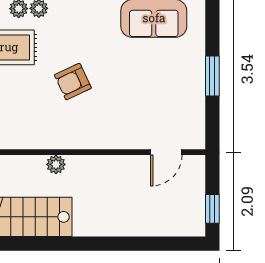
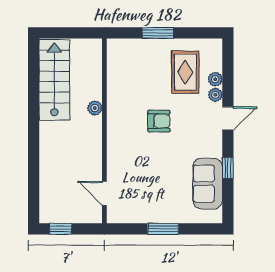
armchair: (73, 82) -> (159, 121), turned 115

